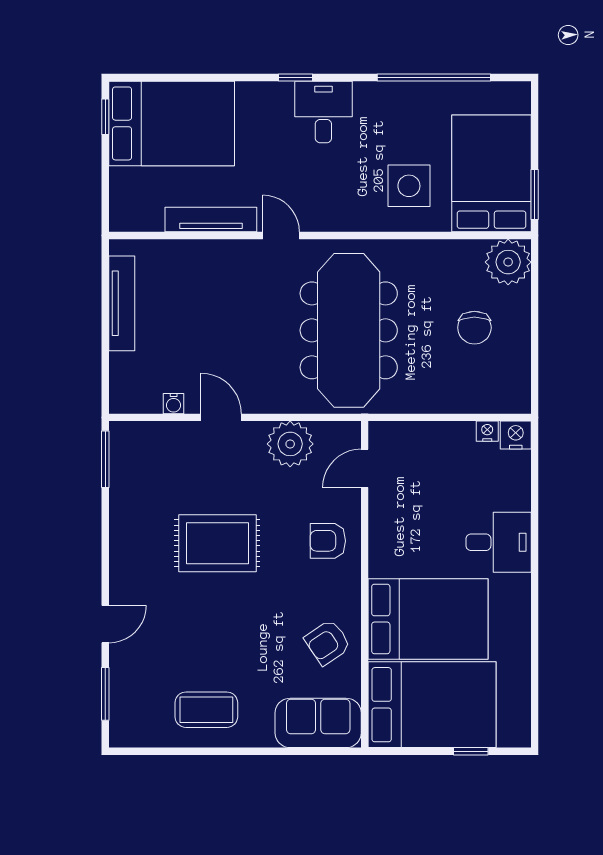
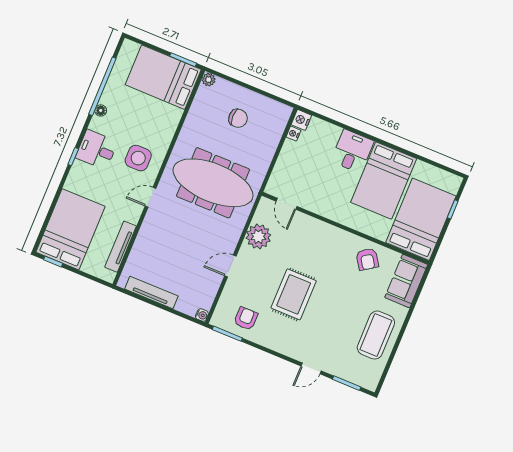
floor lamp: (392, 92) -> (101, 110), added
side table: (409, 186) -> (138, 158), moved
tv unit: (211, 220) -> (121, 247), moved
plant: (508, 262) -> (209, 80), width x0.53, depth x0.53
water cooler: (174, 404) -> (202, 315), moved
armchair: (328, 541) -> (246, 319), moved, turned 180
bed: (428, 619) -> (384, 180), moved, turned 180
door: (105, 624) -> (311, 368), swing flipped
coffee table: (206, 710) -> (376, 335), width x1.36, depth x1.32

